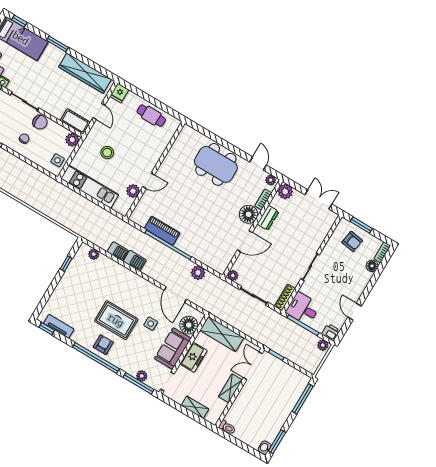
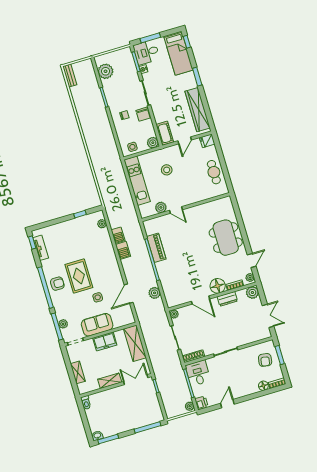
floor lamp: (189, 325) -> (120, 319), removed

